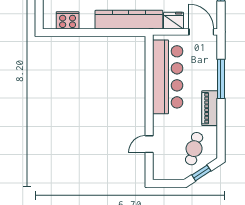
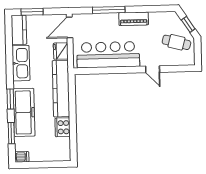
cooker: (68, 20) -> (63, 127), moved
door: (149, 144) -> (153, 69), moved
cafe table: (194, 149) -> (176, 42), moved

